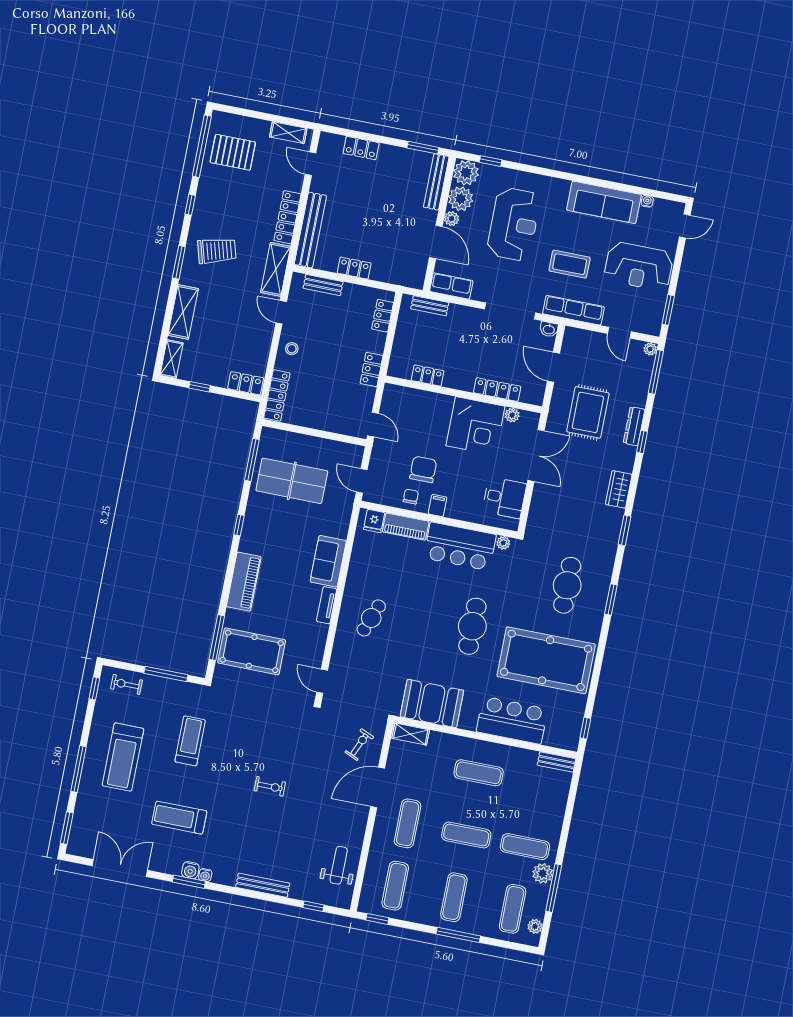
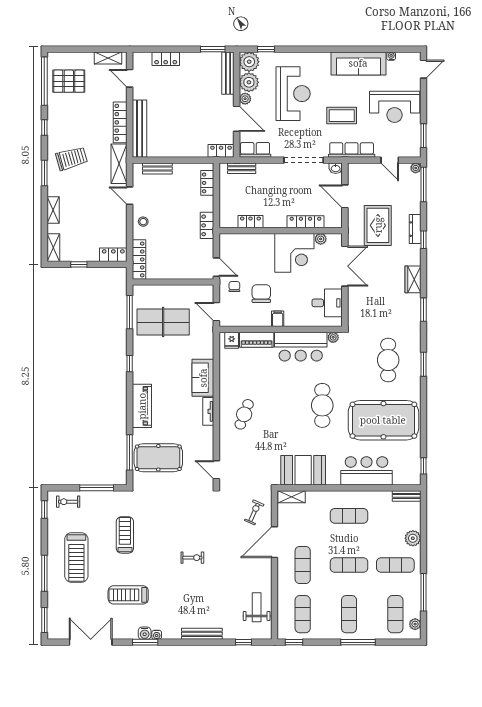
locker: (354, 268) -> (221, 151), moved
shelving: (183, 312) -> (53, 210), width x0.67, depth x0.75
chair: (411, 497) -> (234, 287), moved
plant: (543, 873) -> (413, 538), moved

